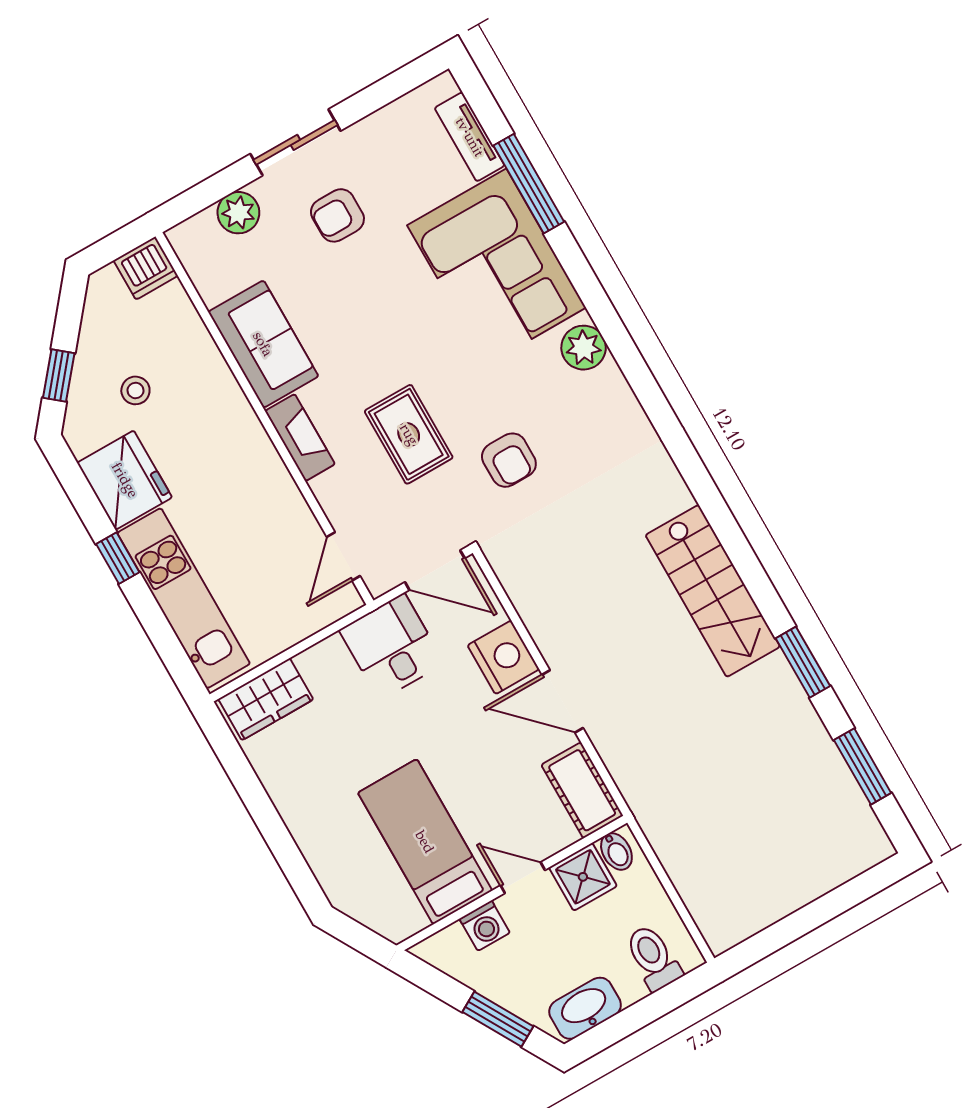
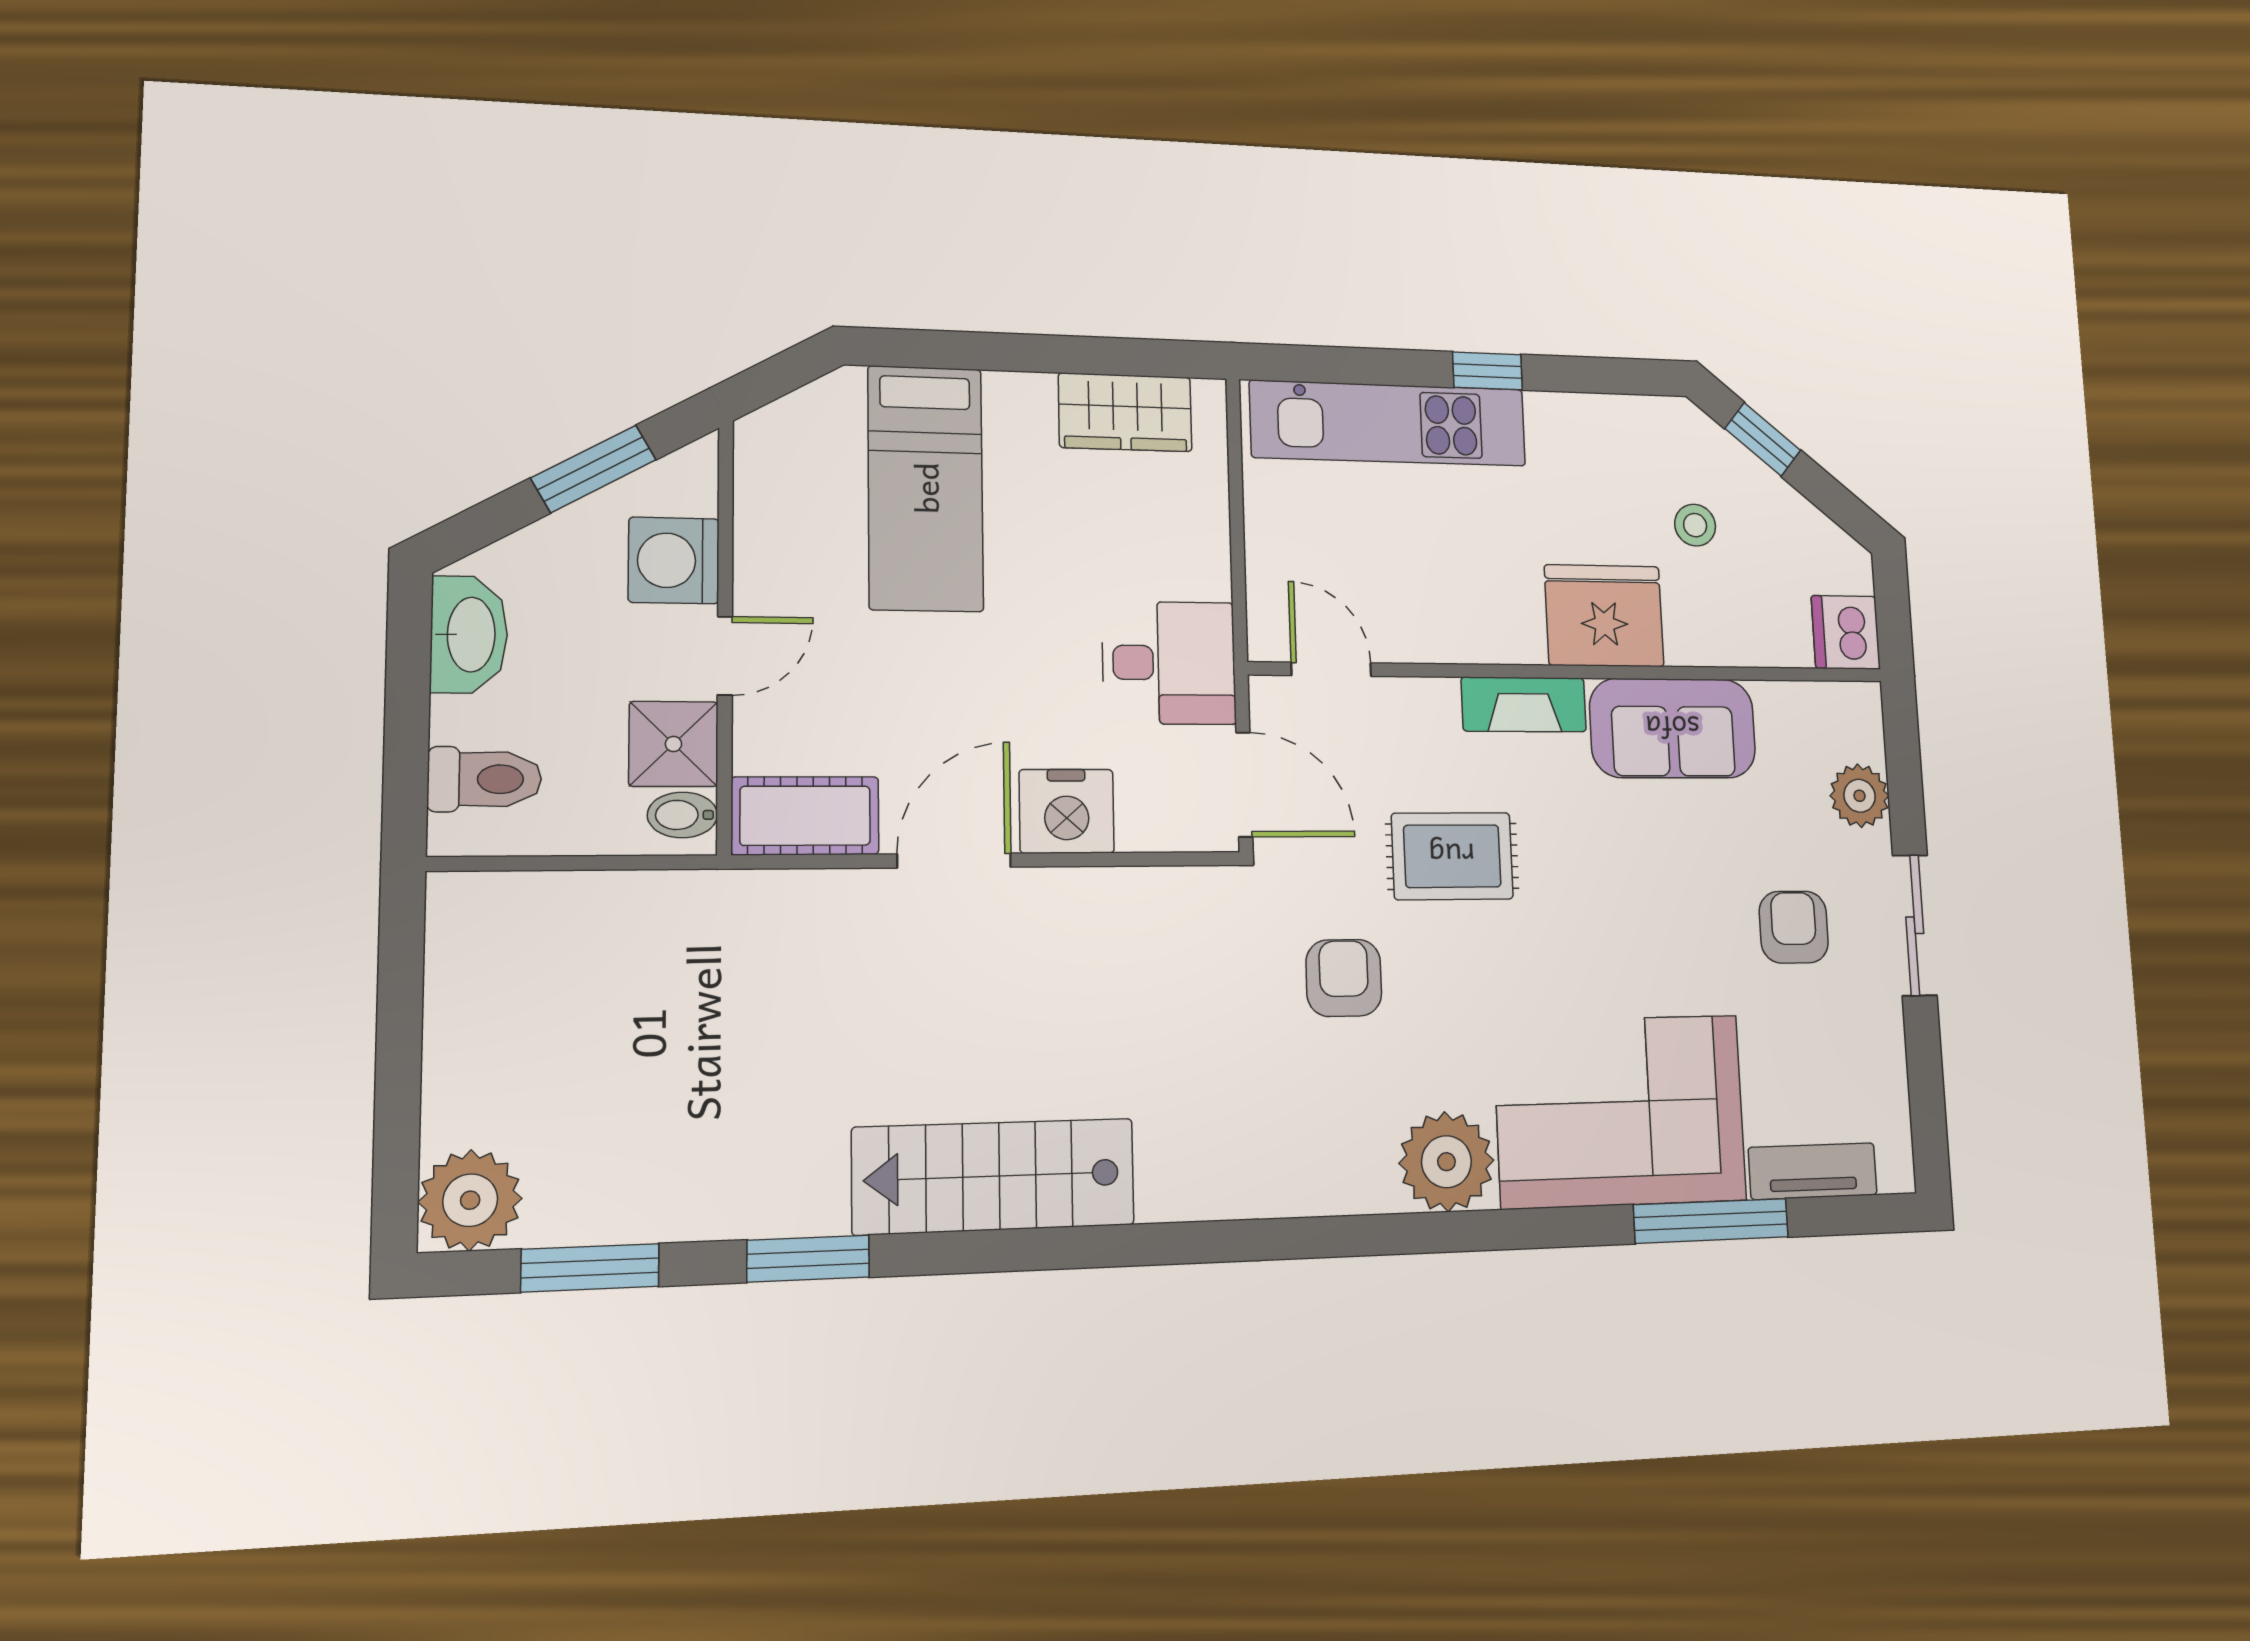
plant: (584, 348) -> (1446, 1162), width x1.36, depth x1.36
armchair: (509, 460) -> (1344, 978), turned 90
fridge: (125, 480) -> (1604, 616), moved, turned 180
door: (435, 570) -> (1244, 785), swing flipped
wardrobe: (266, 699) -> (1125, 412), moved, turned -90
bed: (425, 842) -> (926, 488), moved, turned 90
plant: (860, 843) -> (470, 1200), added
washing machine: (485, 926) -> (674, 560), width x1.38, depth x1.38
window: (498, 1019) -> (593, 469), moved

